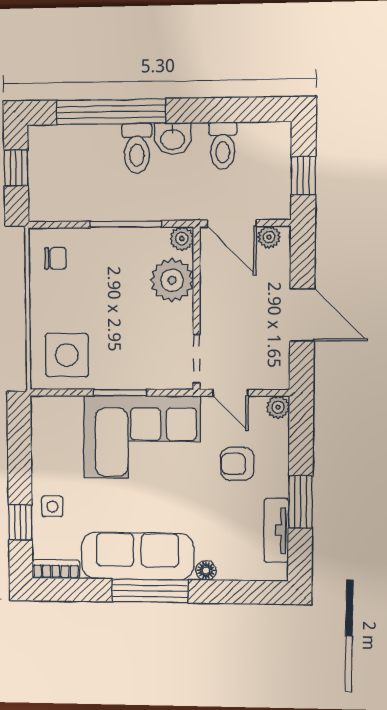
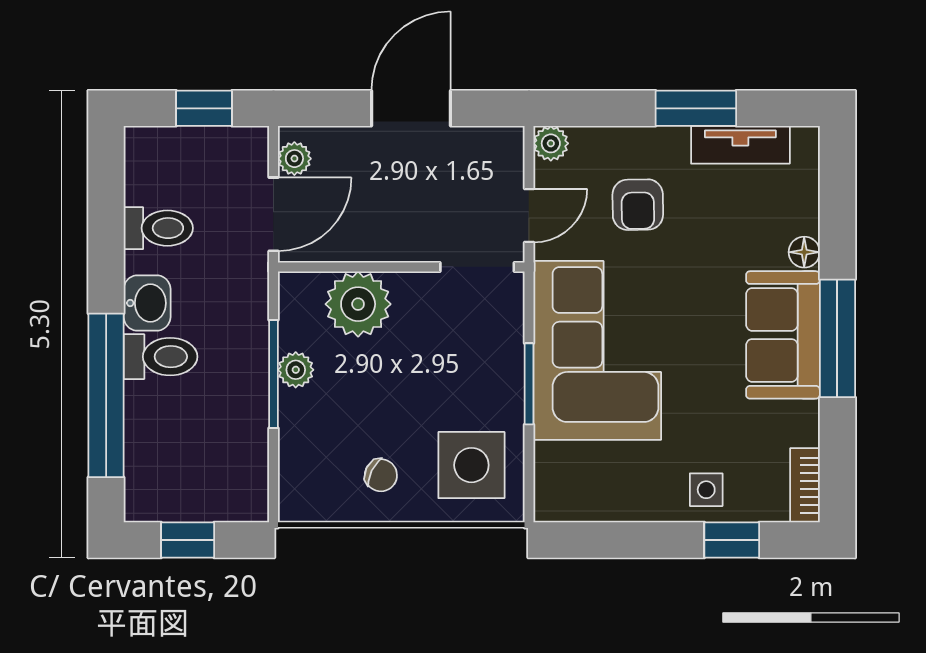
plant: (182, 239) -> (296, 370), moved
chair: (56, 258) -> (381, 475), moved, turned 116
sofa: (137, 556) -> (783, 335), width x0.73

